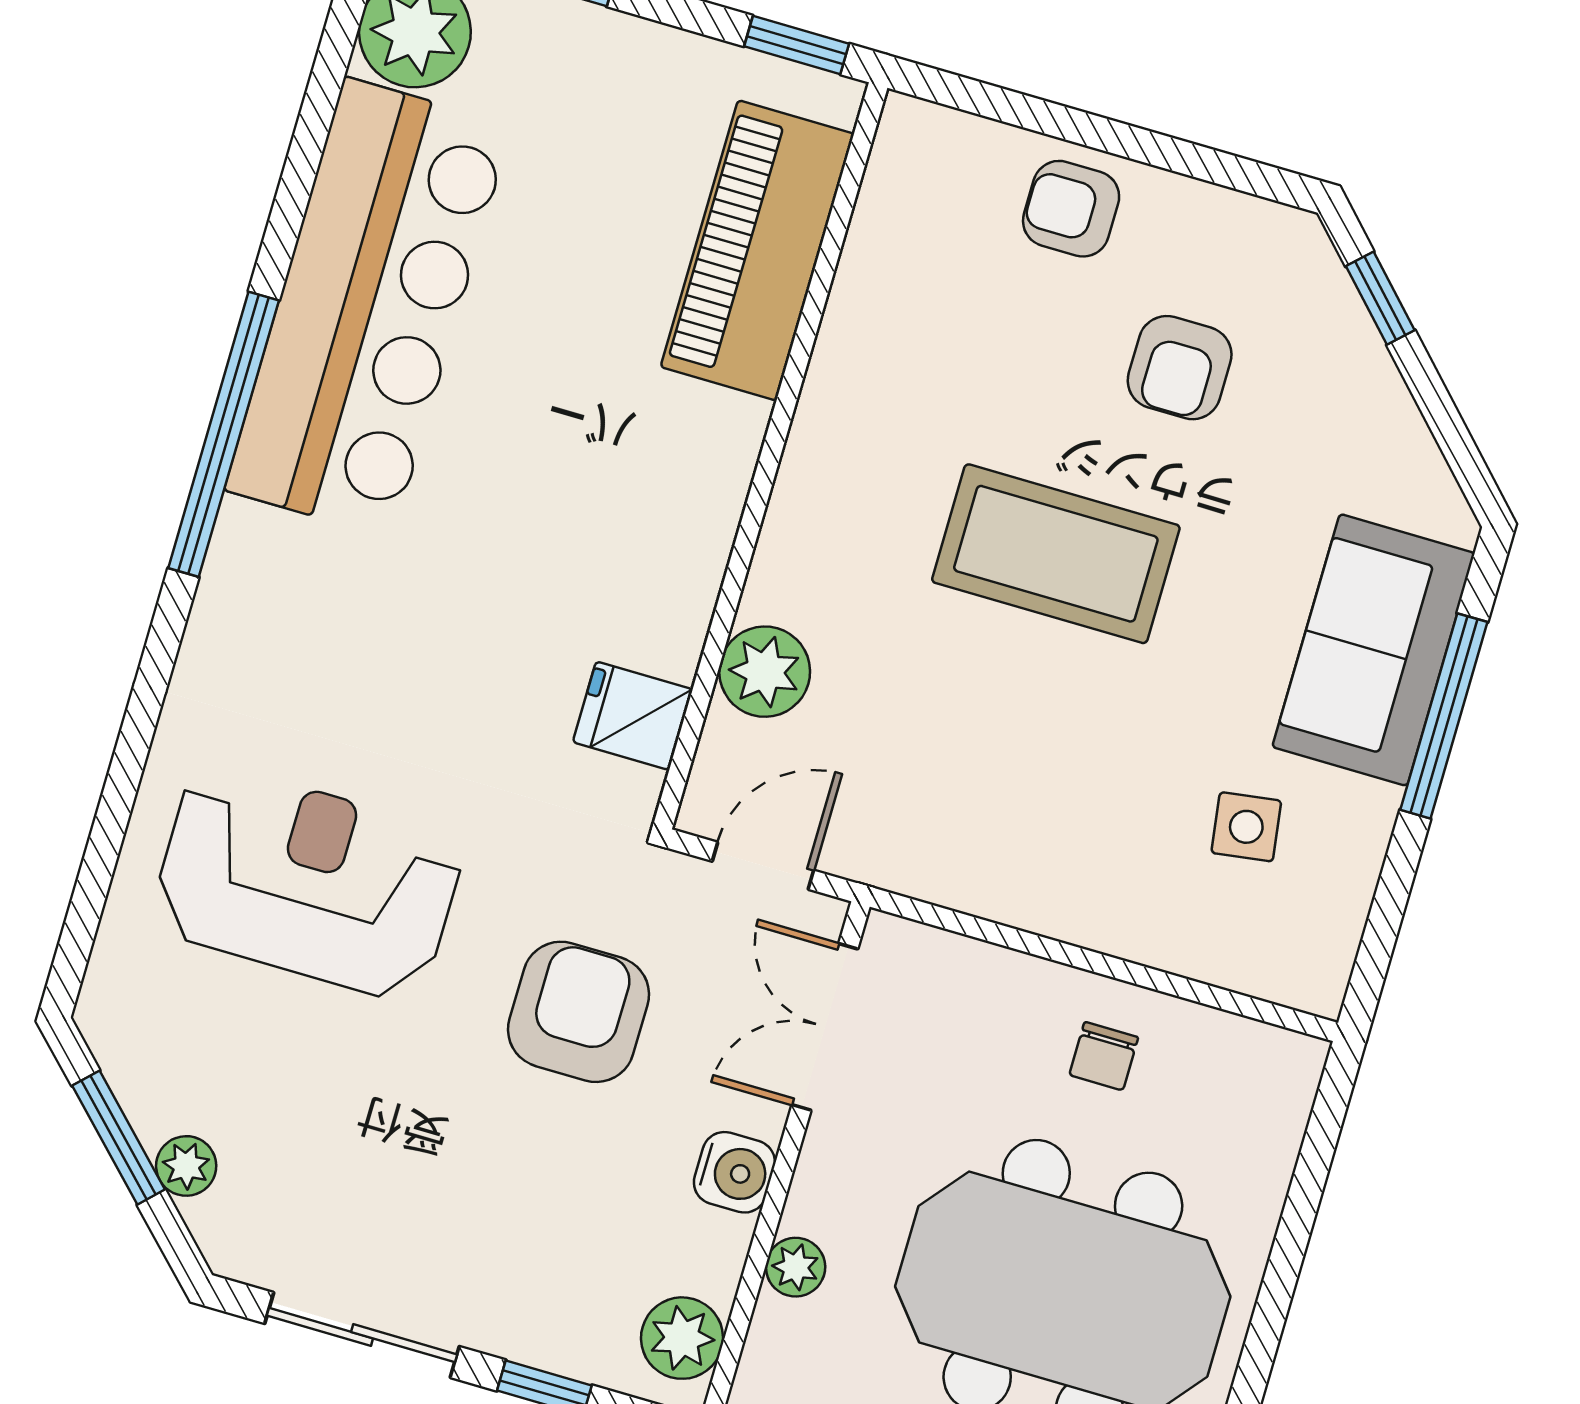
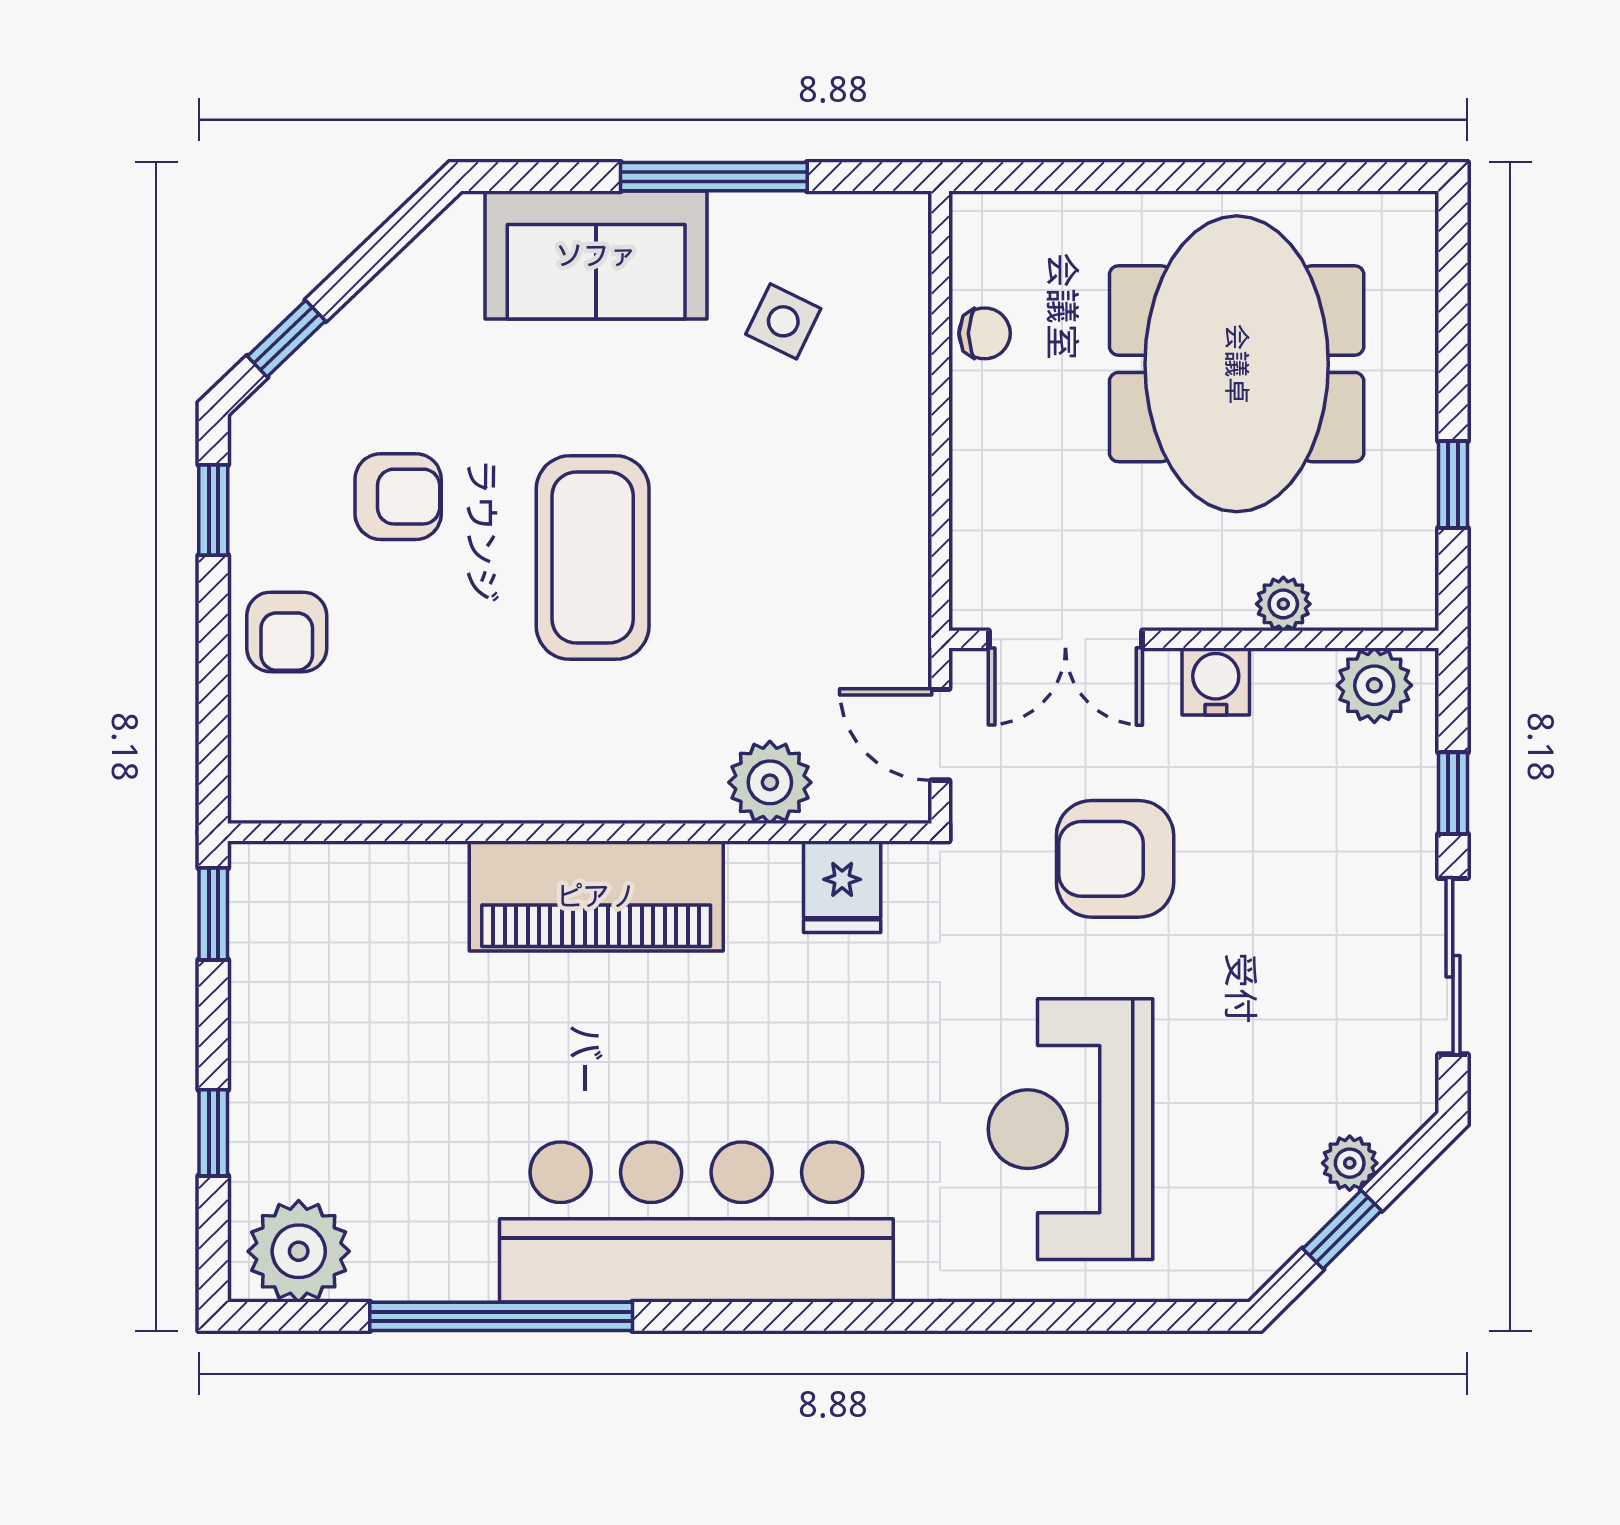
window: (1222, 169) -> (213, 510), added
piano: (757, 250) -> (596, 896), moved
bar counter: (368, 308) -> (696, 1222), moved
window: (224, 434) -> (501, 1316), moved
window: (1444, 716) -> (714, 177), moved
side table: (1246, 827) -> (783, 321), turned 34
chair: (1104, 1056) -> (985, 333), moved
window: (119, 1138) -> (1342, 1230), width x0.67

